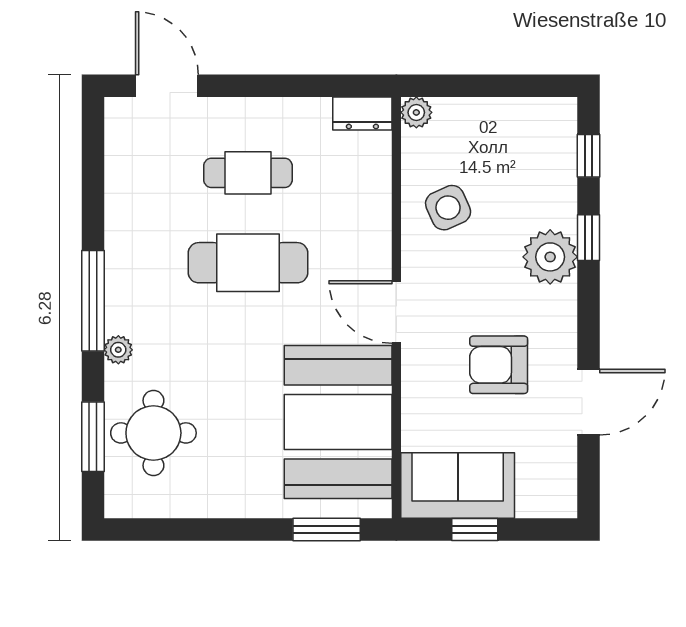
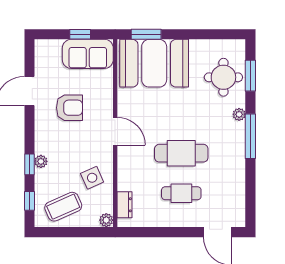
dresser: (362, 114) -> (125, 205), moved, turned 90
coffee table: (513, 143) -> (63, 207), added
plant: (550, 257) -> (41, 161), width x0.53, depth x0.53
booth: (338, 422) -> (154, 63), moved, turned 90

